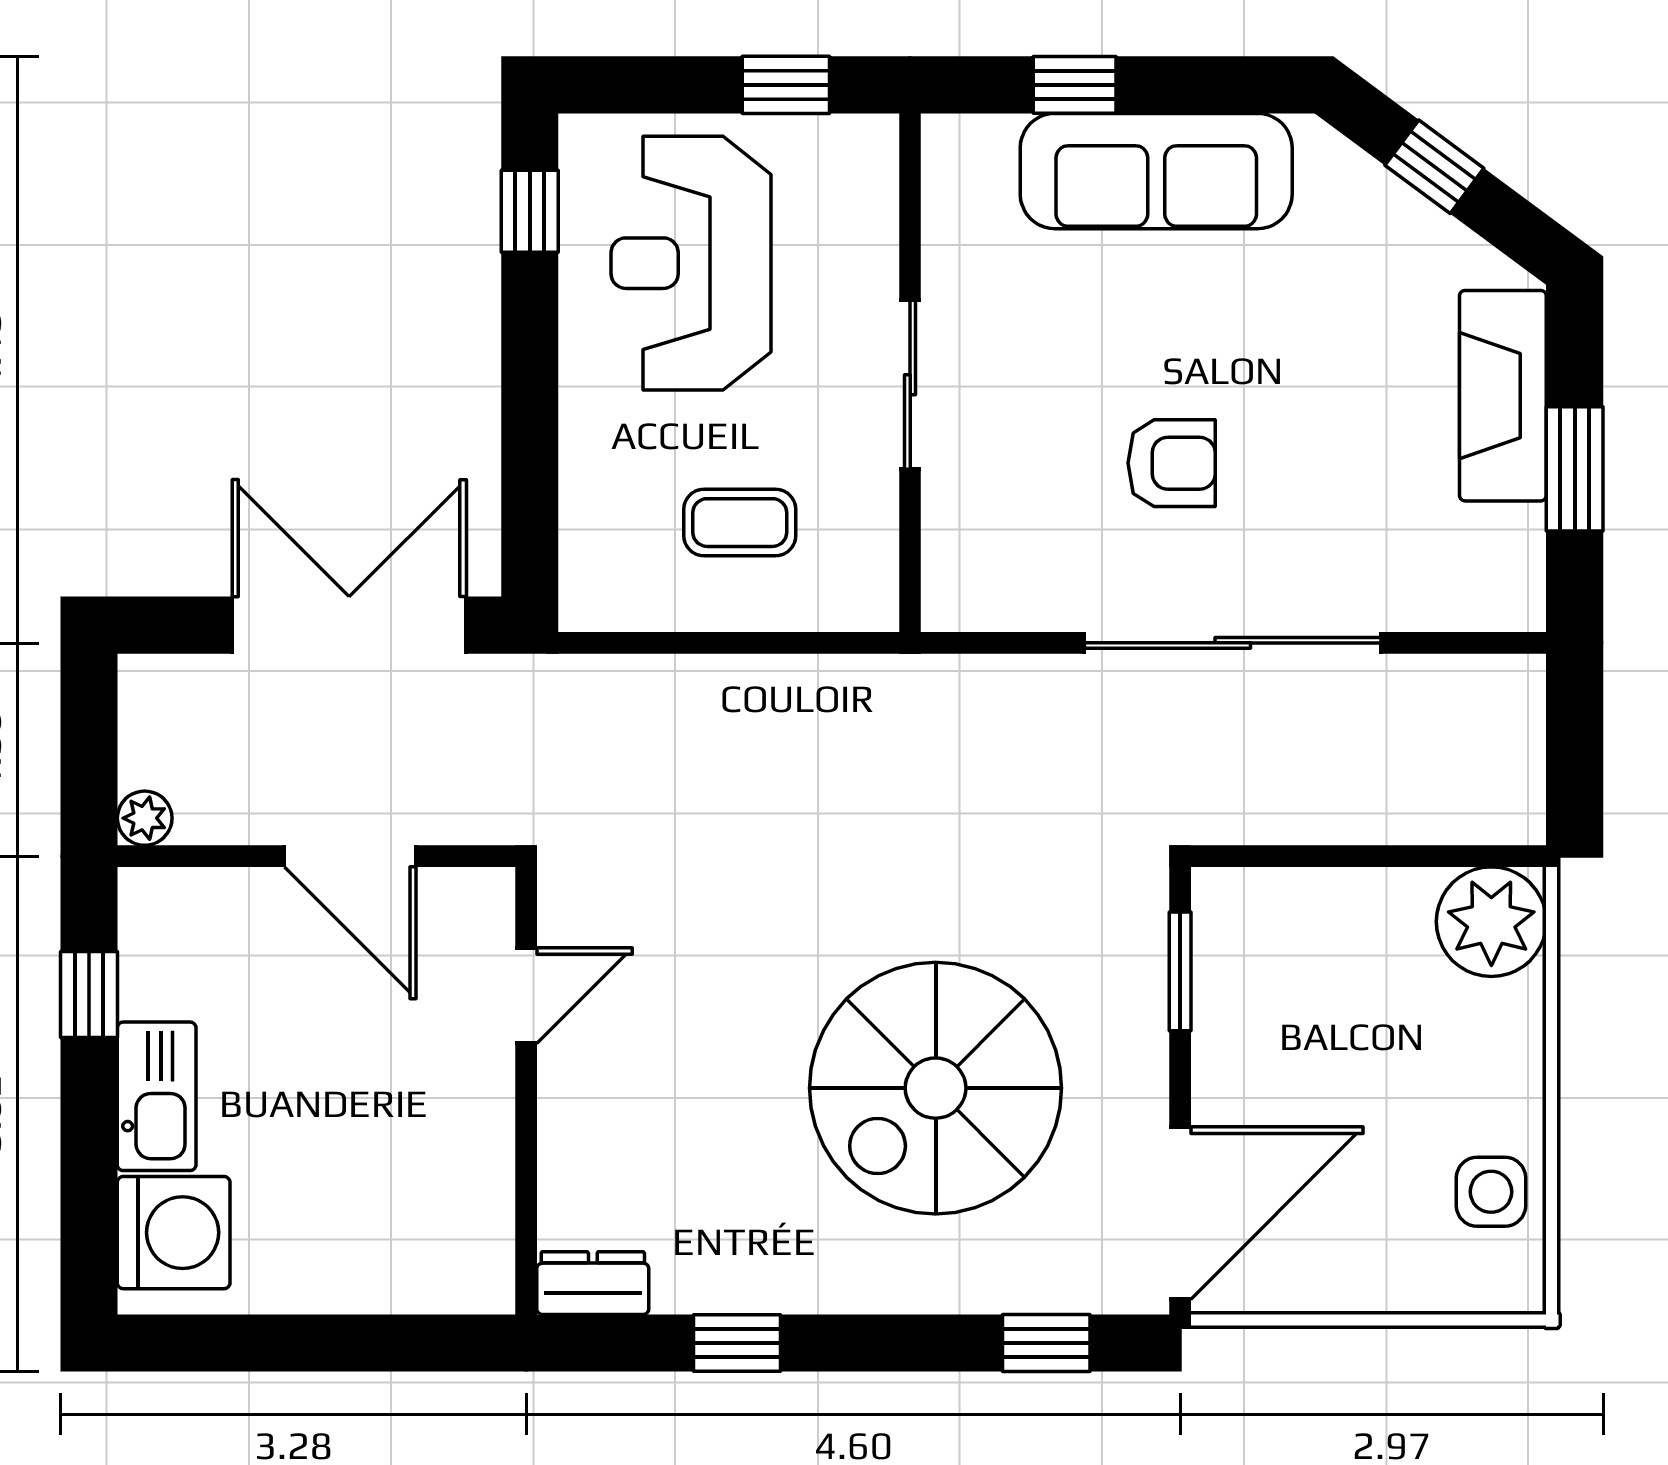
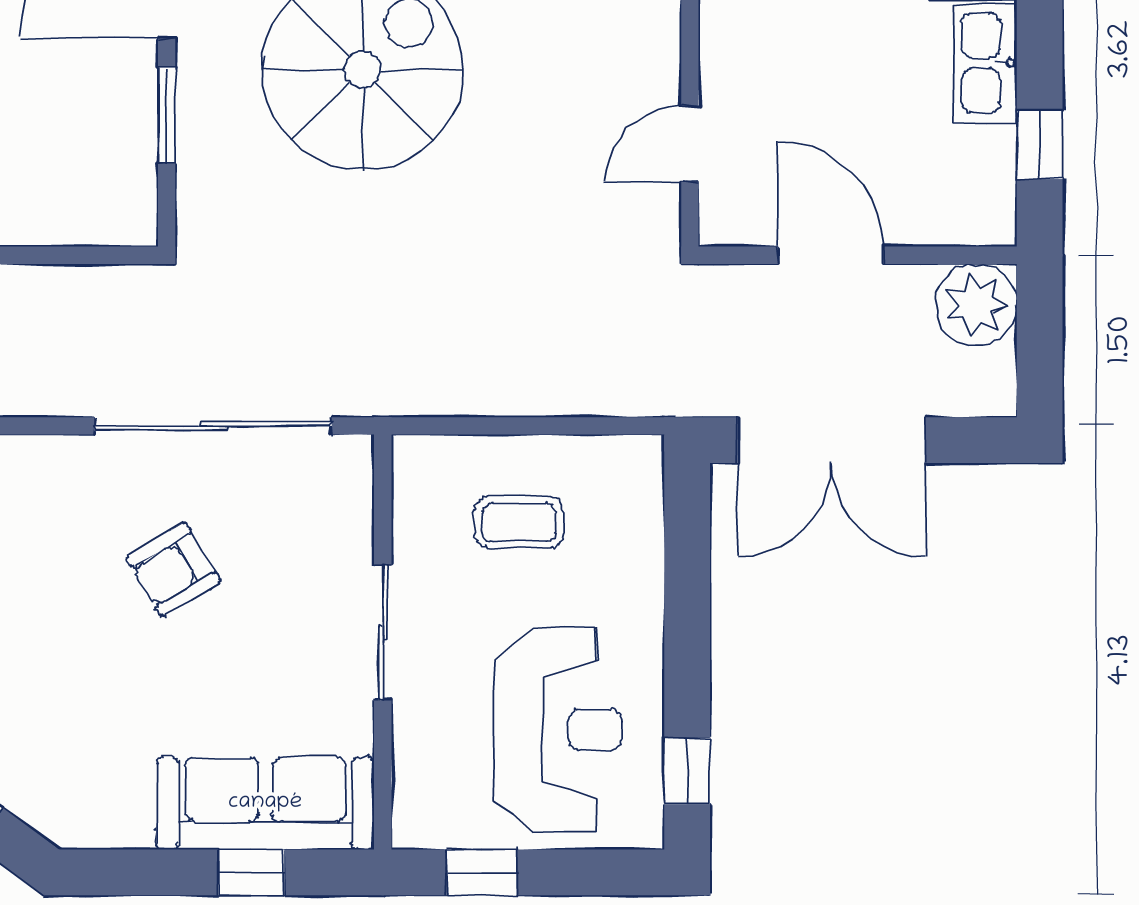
sofa: (1156, 171) -> (265, 803), moved
armchair: (1172, 463) -> (173, 570), turned -31
sliding door: (1233, 643) -> (213, 426), moved
plant: (145, 818) -> (976, 305), width x1.88, depth x1.88
window: (1180, 971) -> (167, 115), moved

